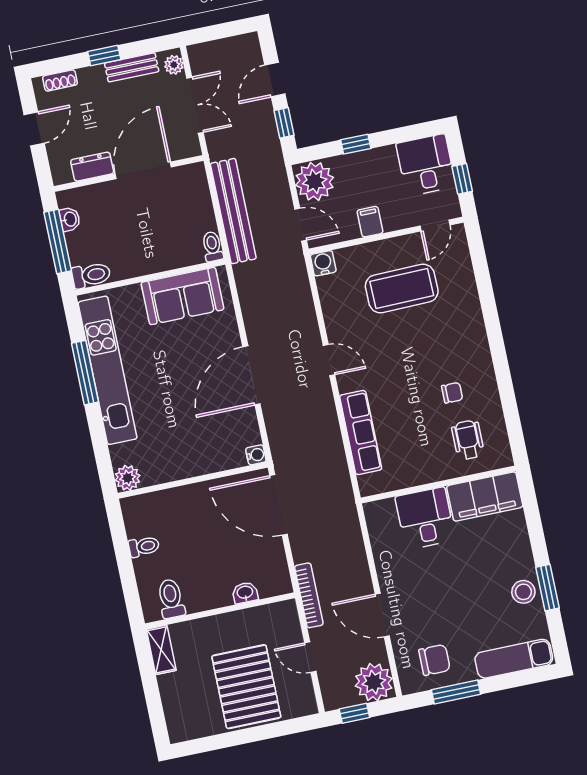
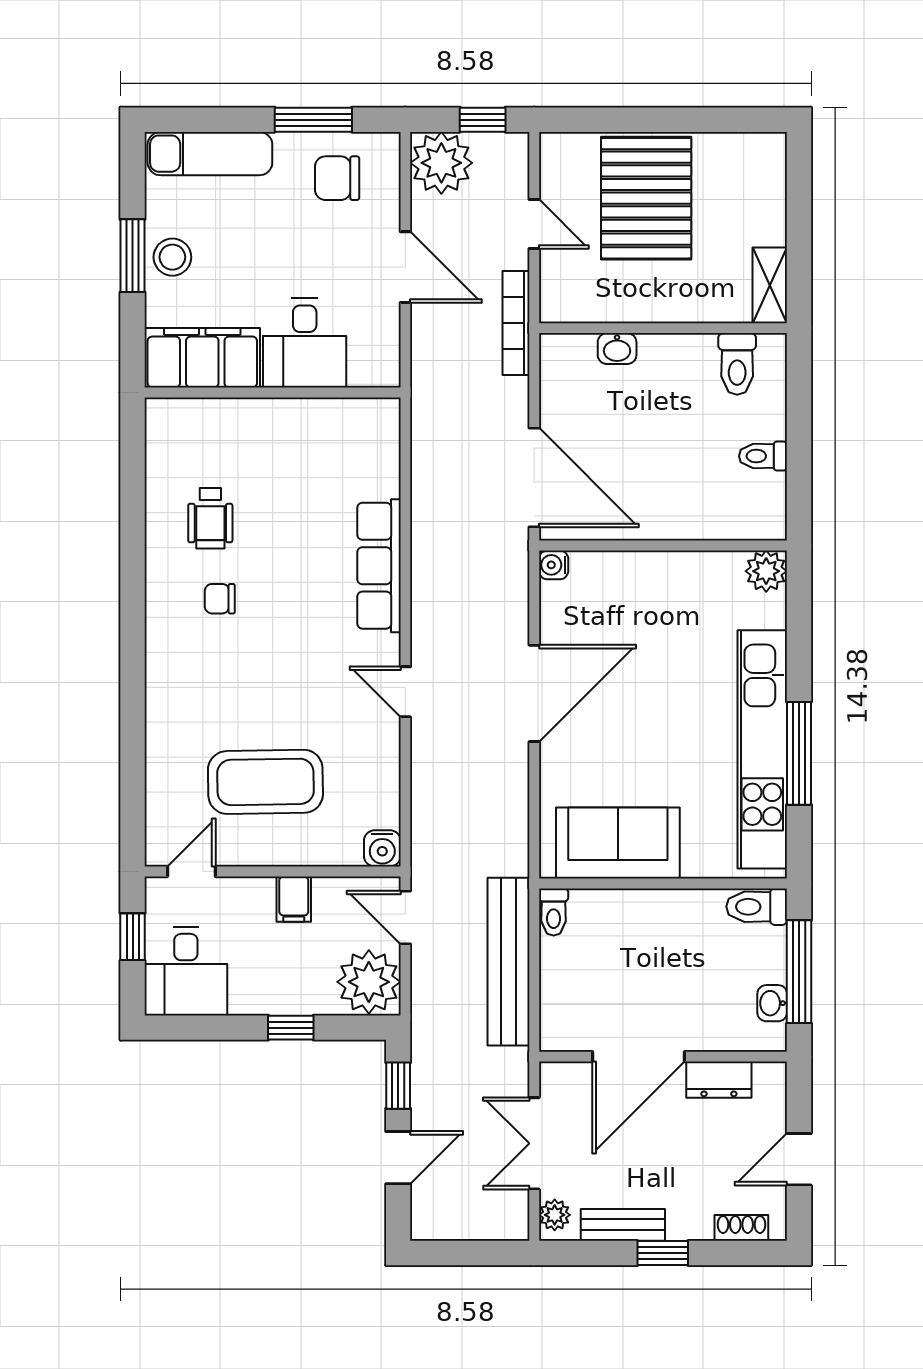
wall: (438, 484) -> (273, 393), moved
filing cabinet: (485, 496) -> (202, 358), moved
desk: (425, 518) -> (305, 343), moved

